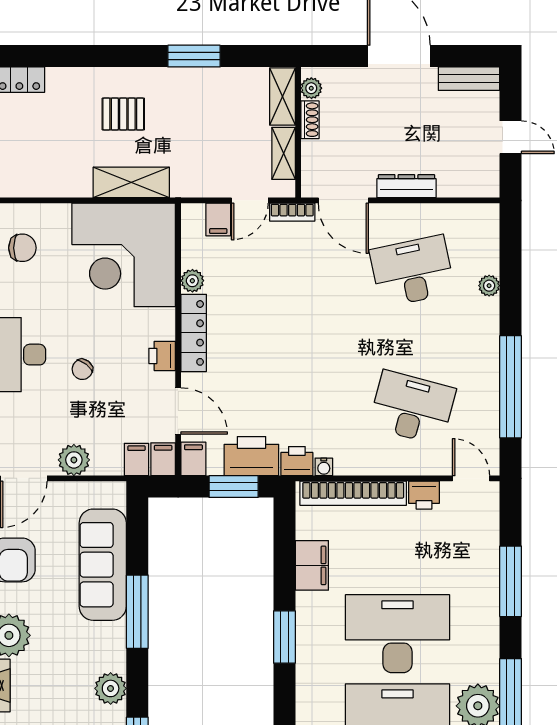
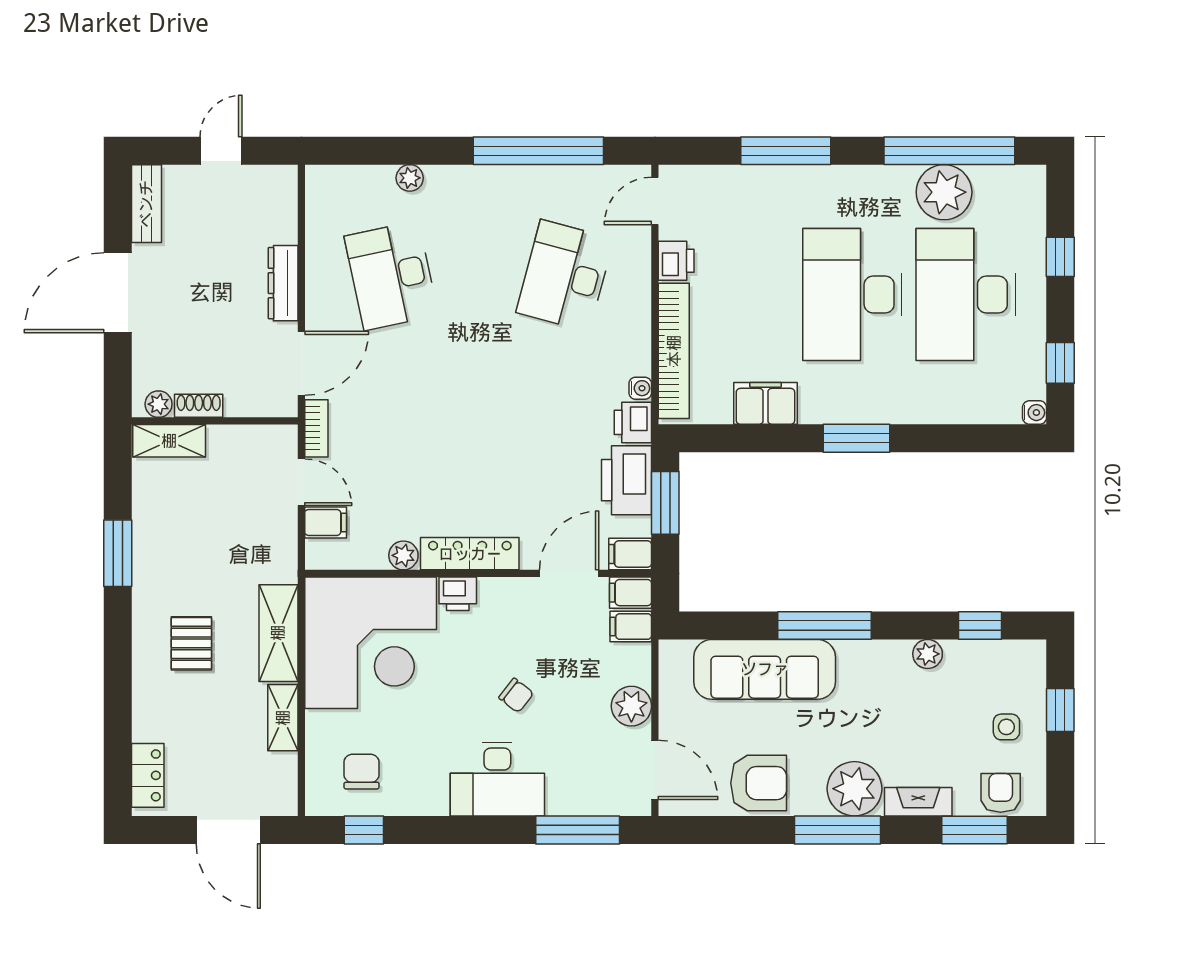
shelving: (284, 153) -> (283, 718), moved, turned 90
printer: (162, 356) -> (458, 594), moved
plant: (111, 688) -> (928, 654), width x0.73, depth x0.73

